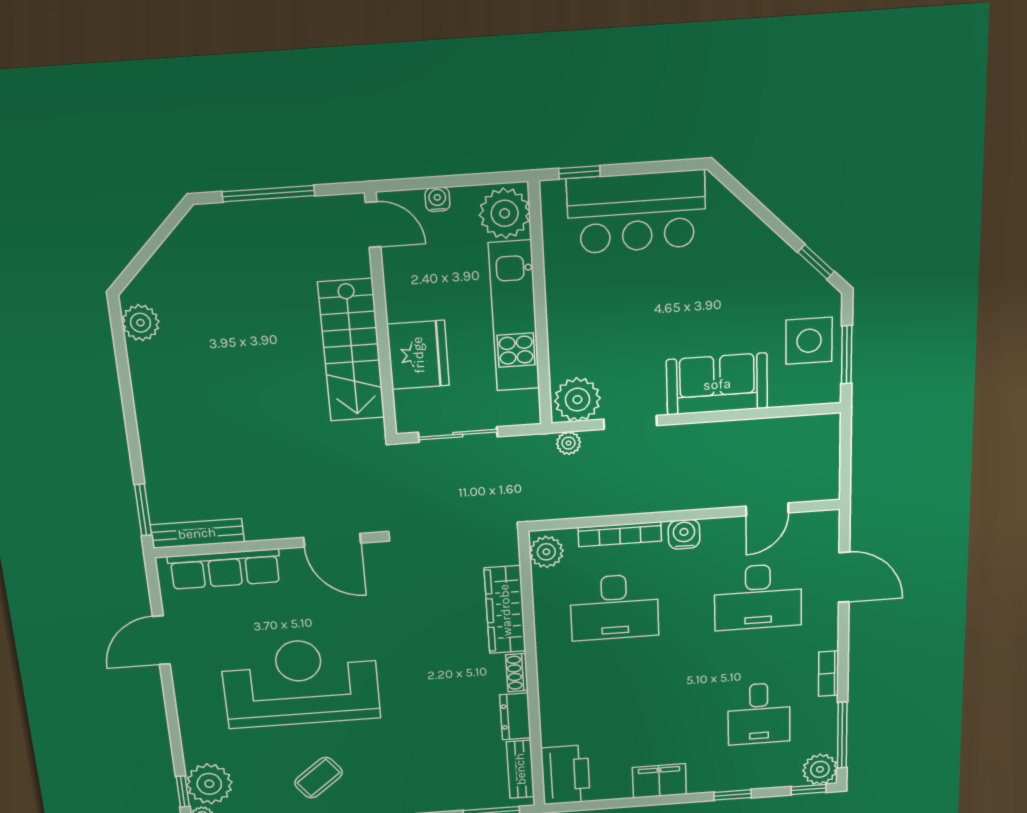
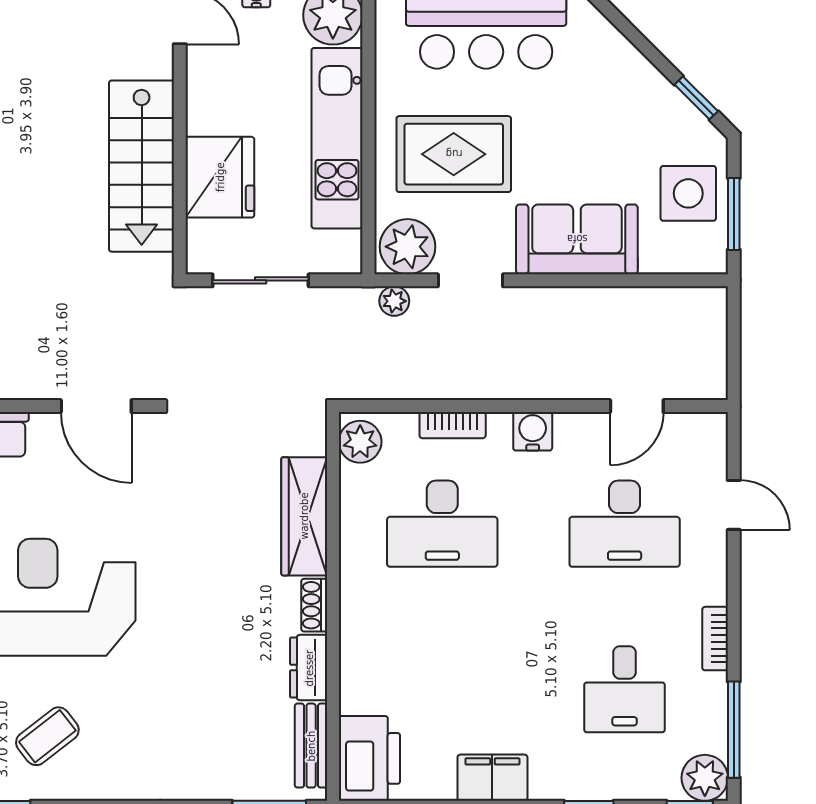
rug: (613, 322) -> (454, 154), added
bookcase: (620, 534) -> (453, 425), width x0.64
door: (844, 577) -> (734, 505), width x0.73

